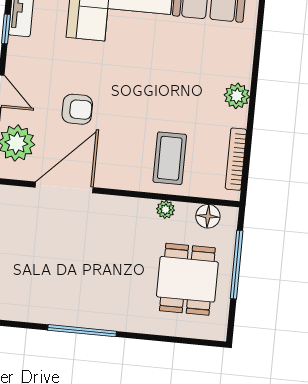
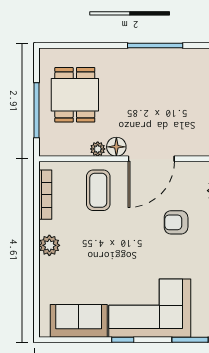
door: (64, 187) -> (151, 159), moved
floor lamp: (208, 216) -> (116, 147), moved

